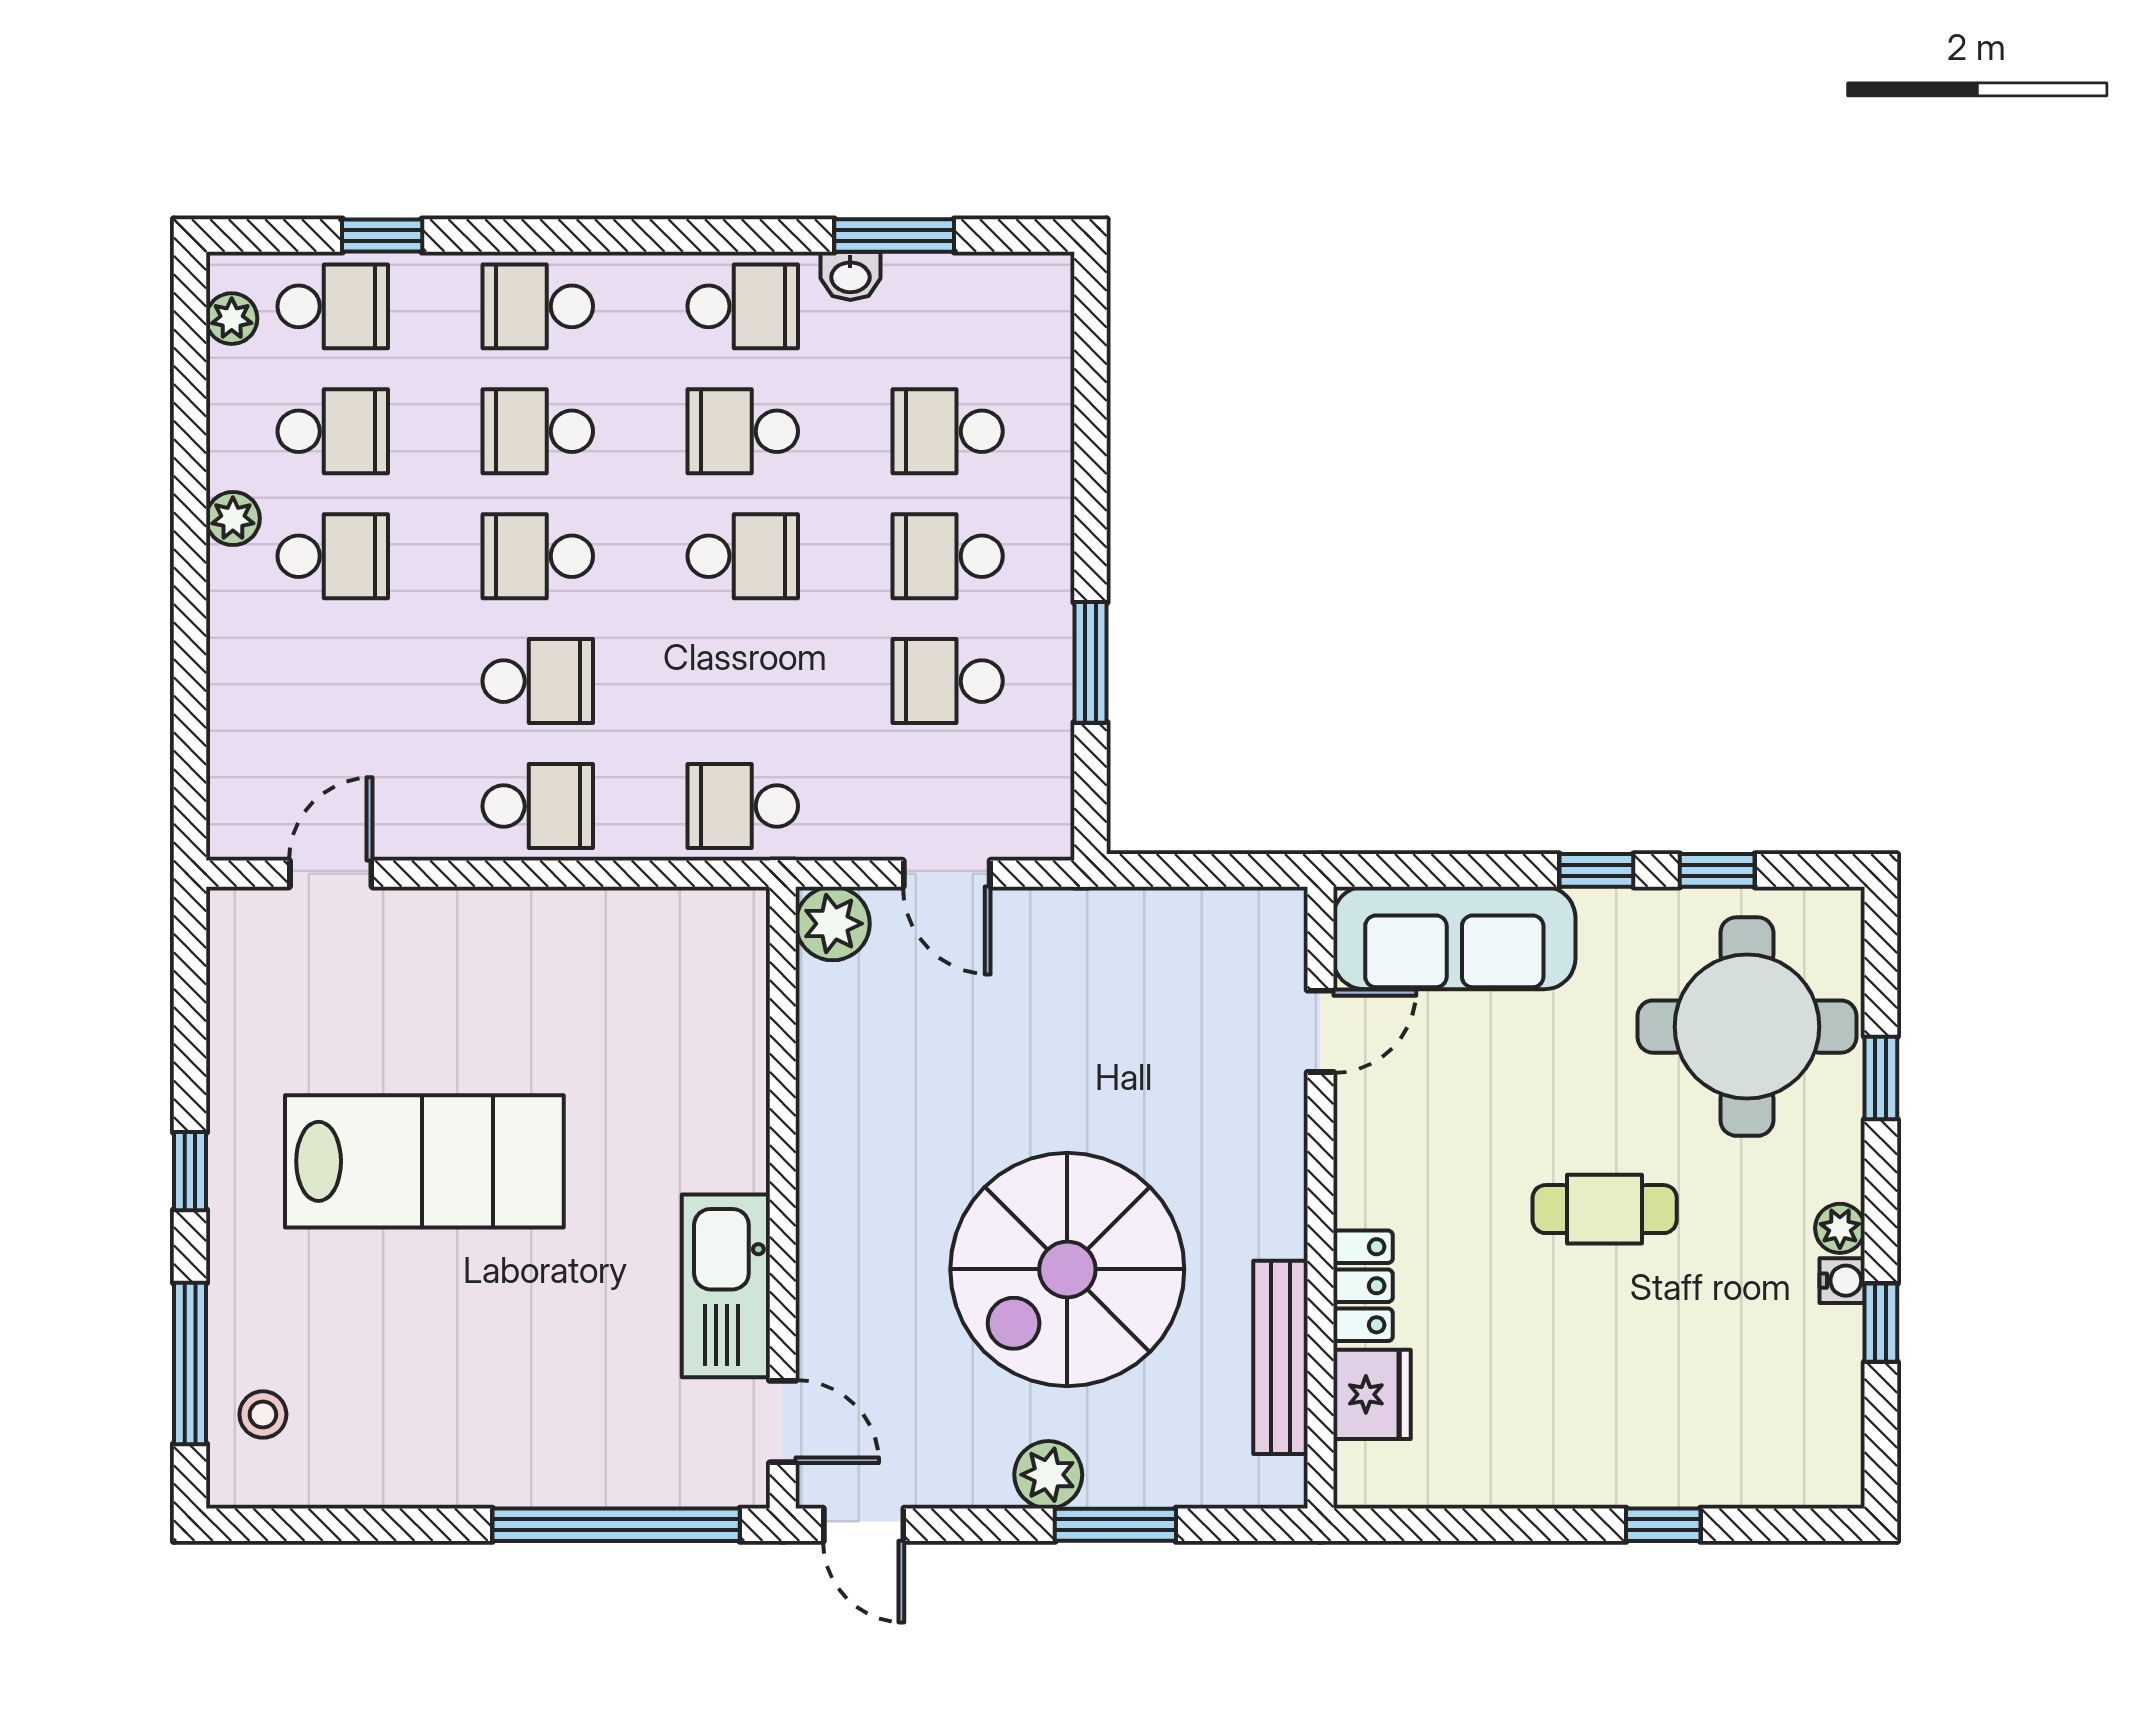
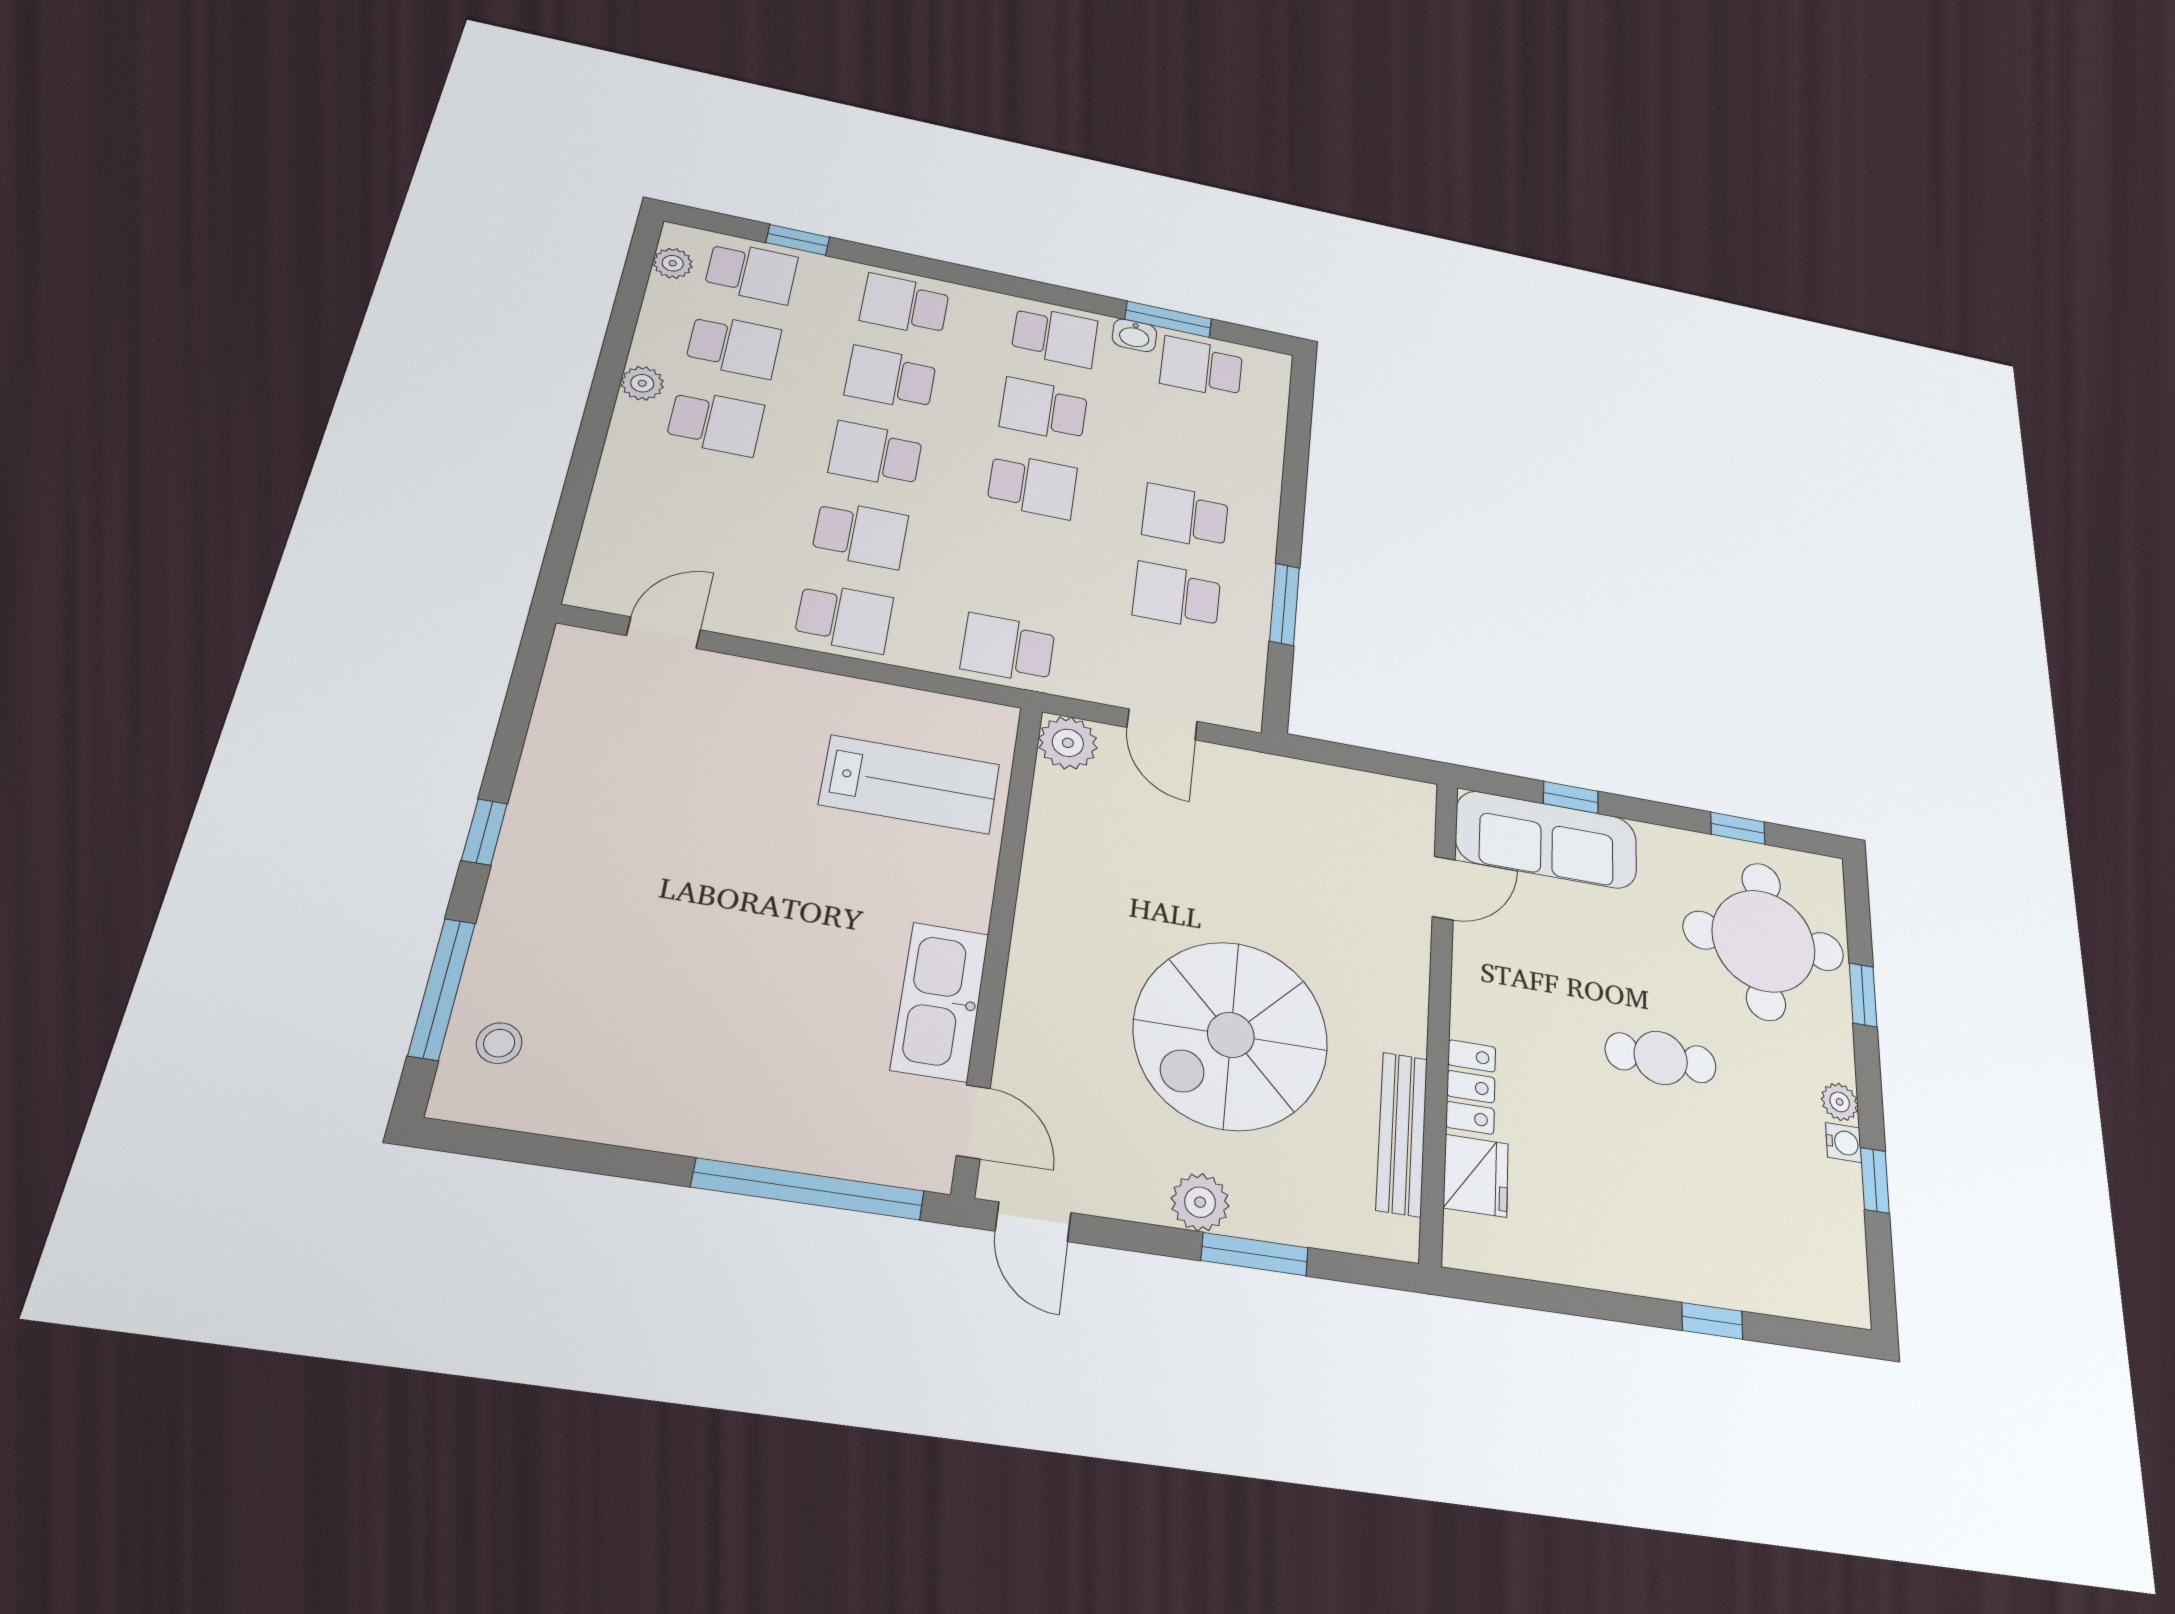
school desk: (948, 431) -> (1201, 367), moved
window: (1596, 870) -> (1571, 797), moved
lab bench: (424, 1161) -> (910, 784), moved, width x0.73, depth x0.72

